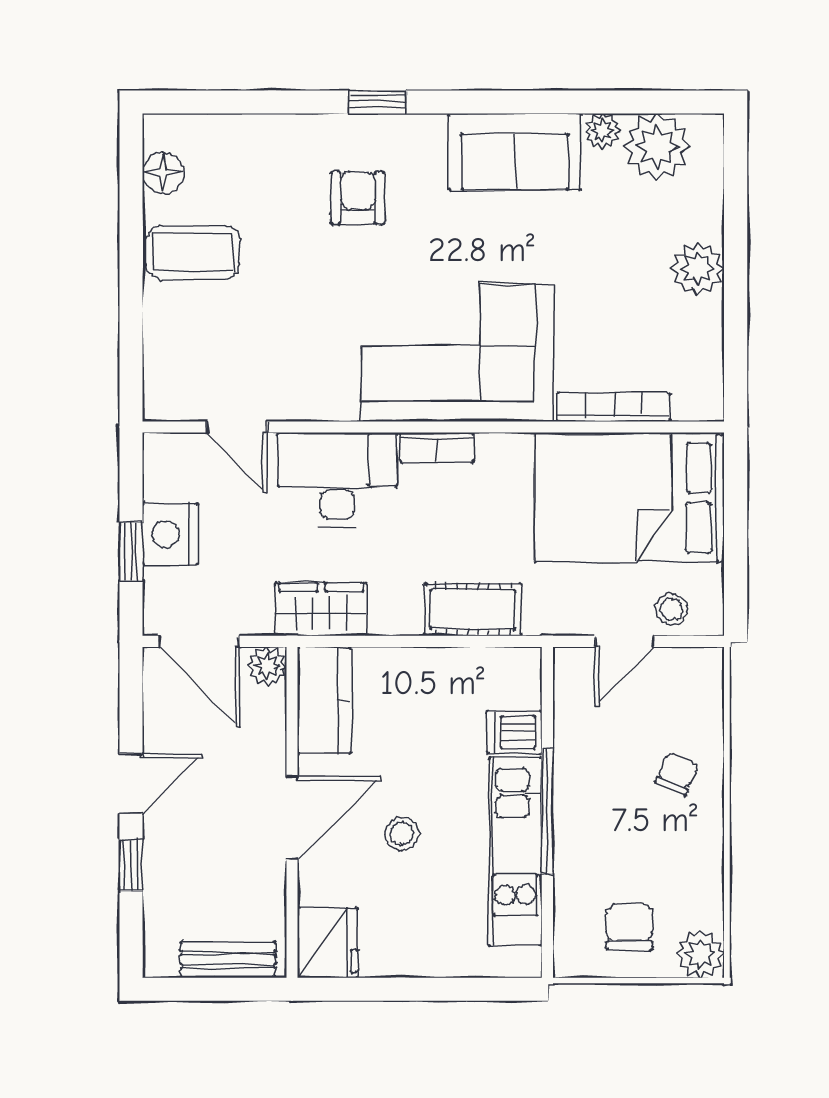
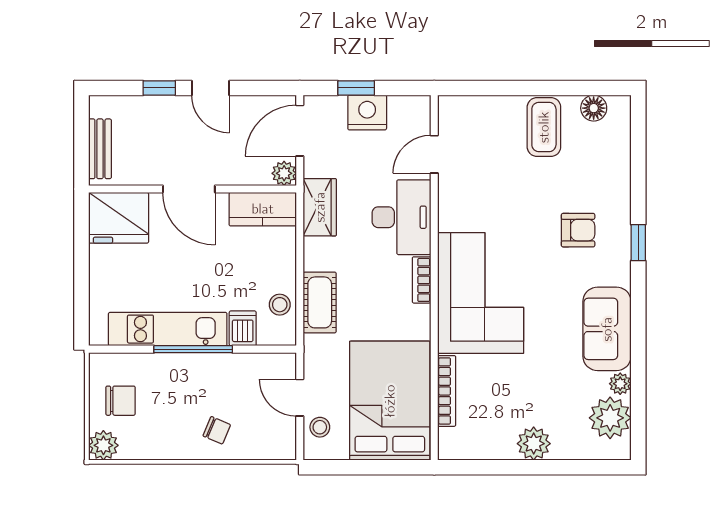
stool: (402, 834) -> (280, 305), moved
fridge: (328, 943) -> (119, 218), width x1.36, depth x1.34

